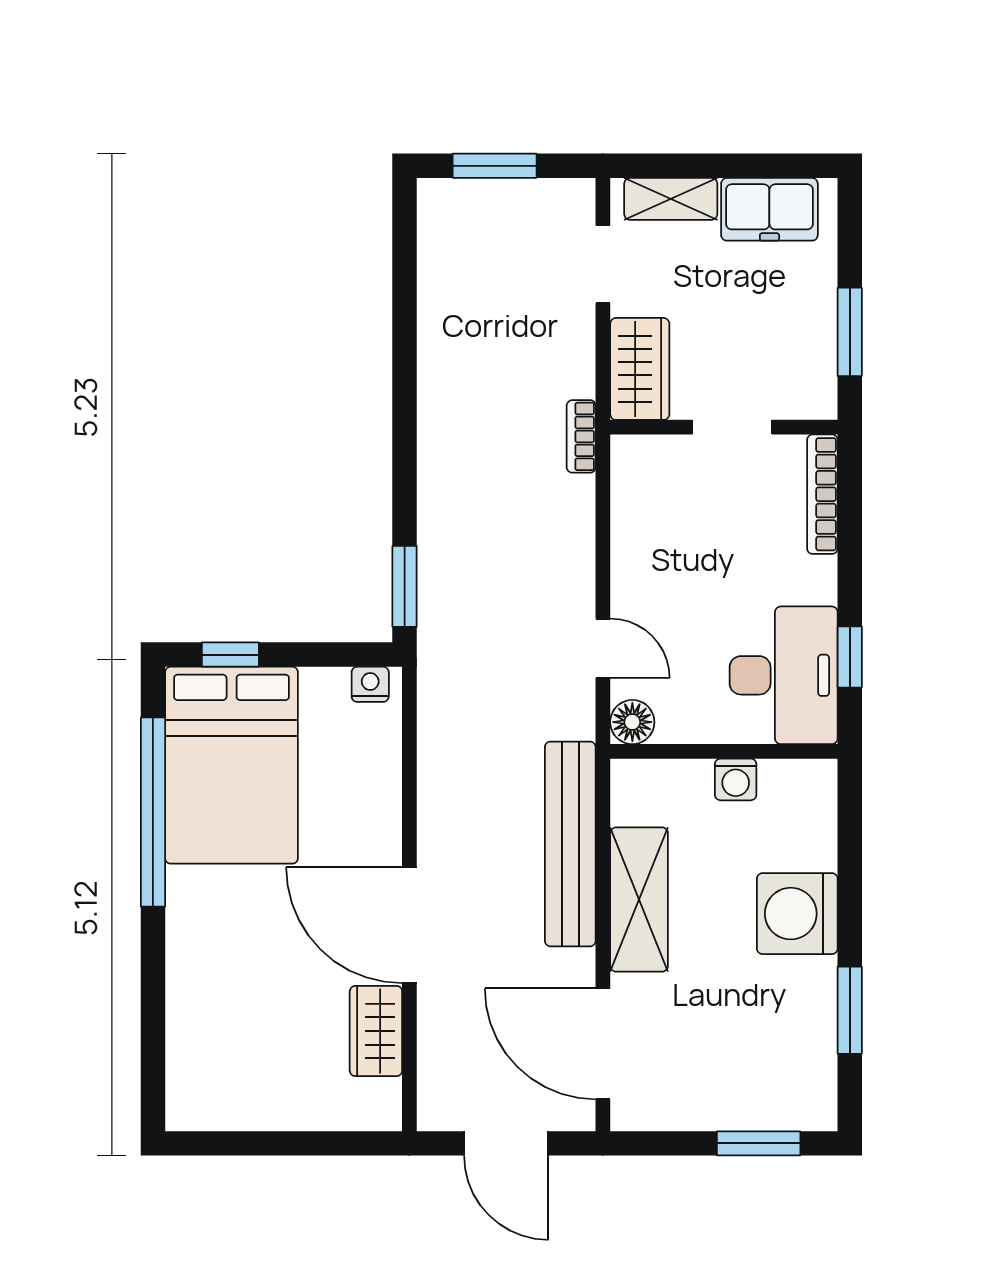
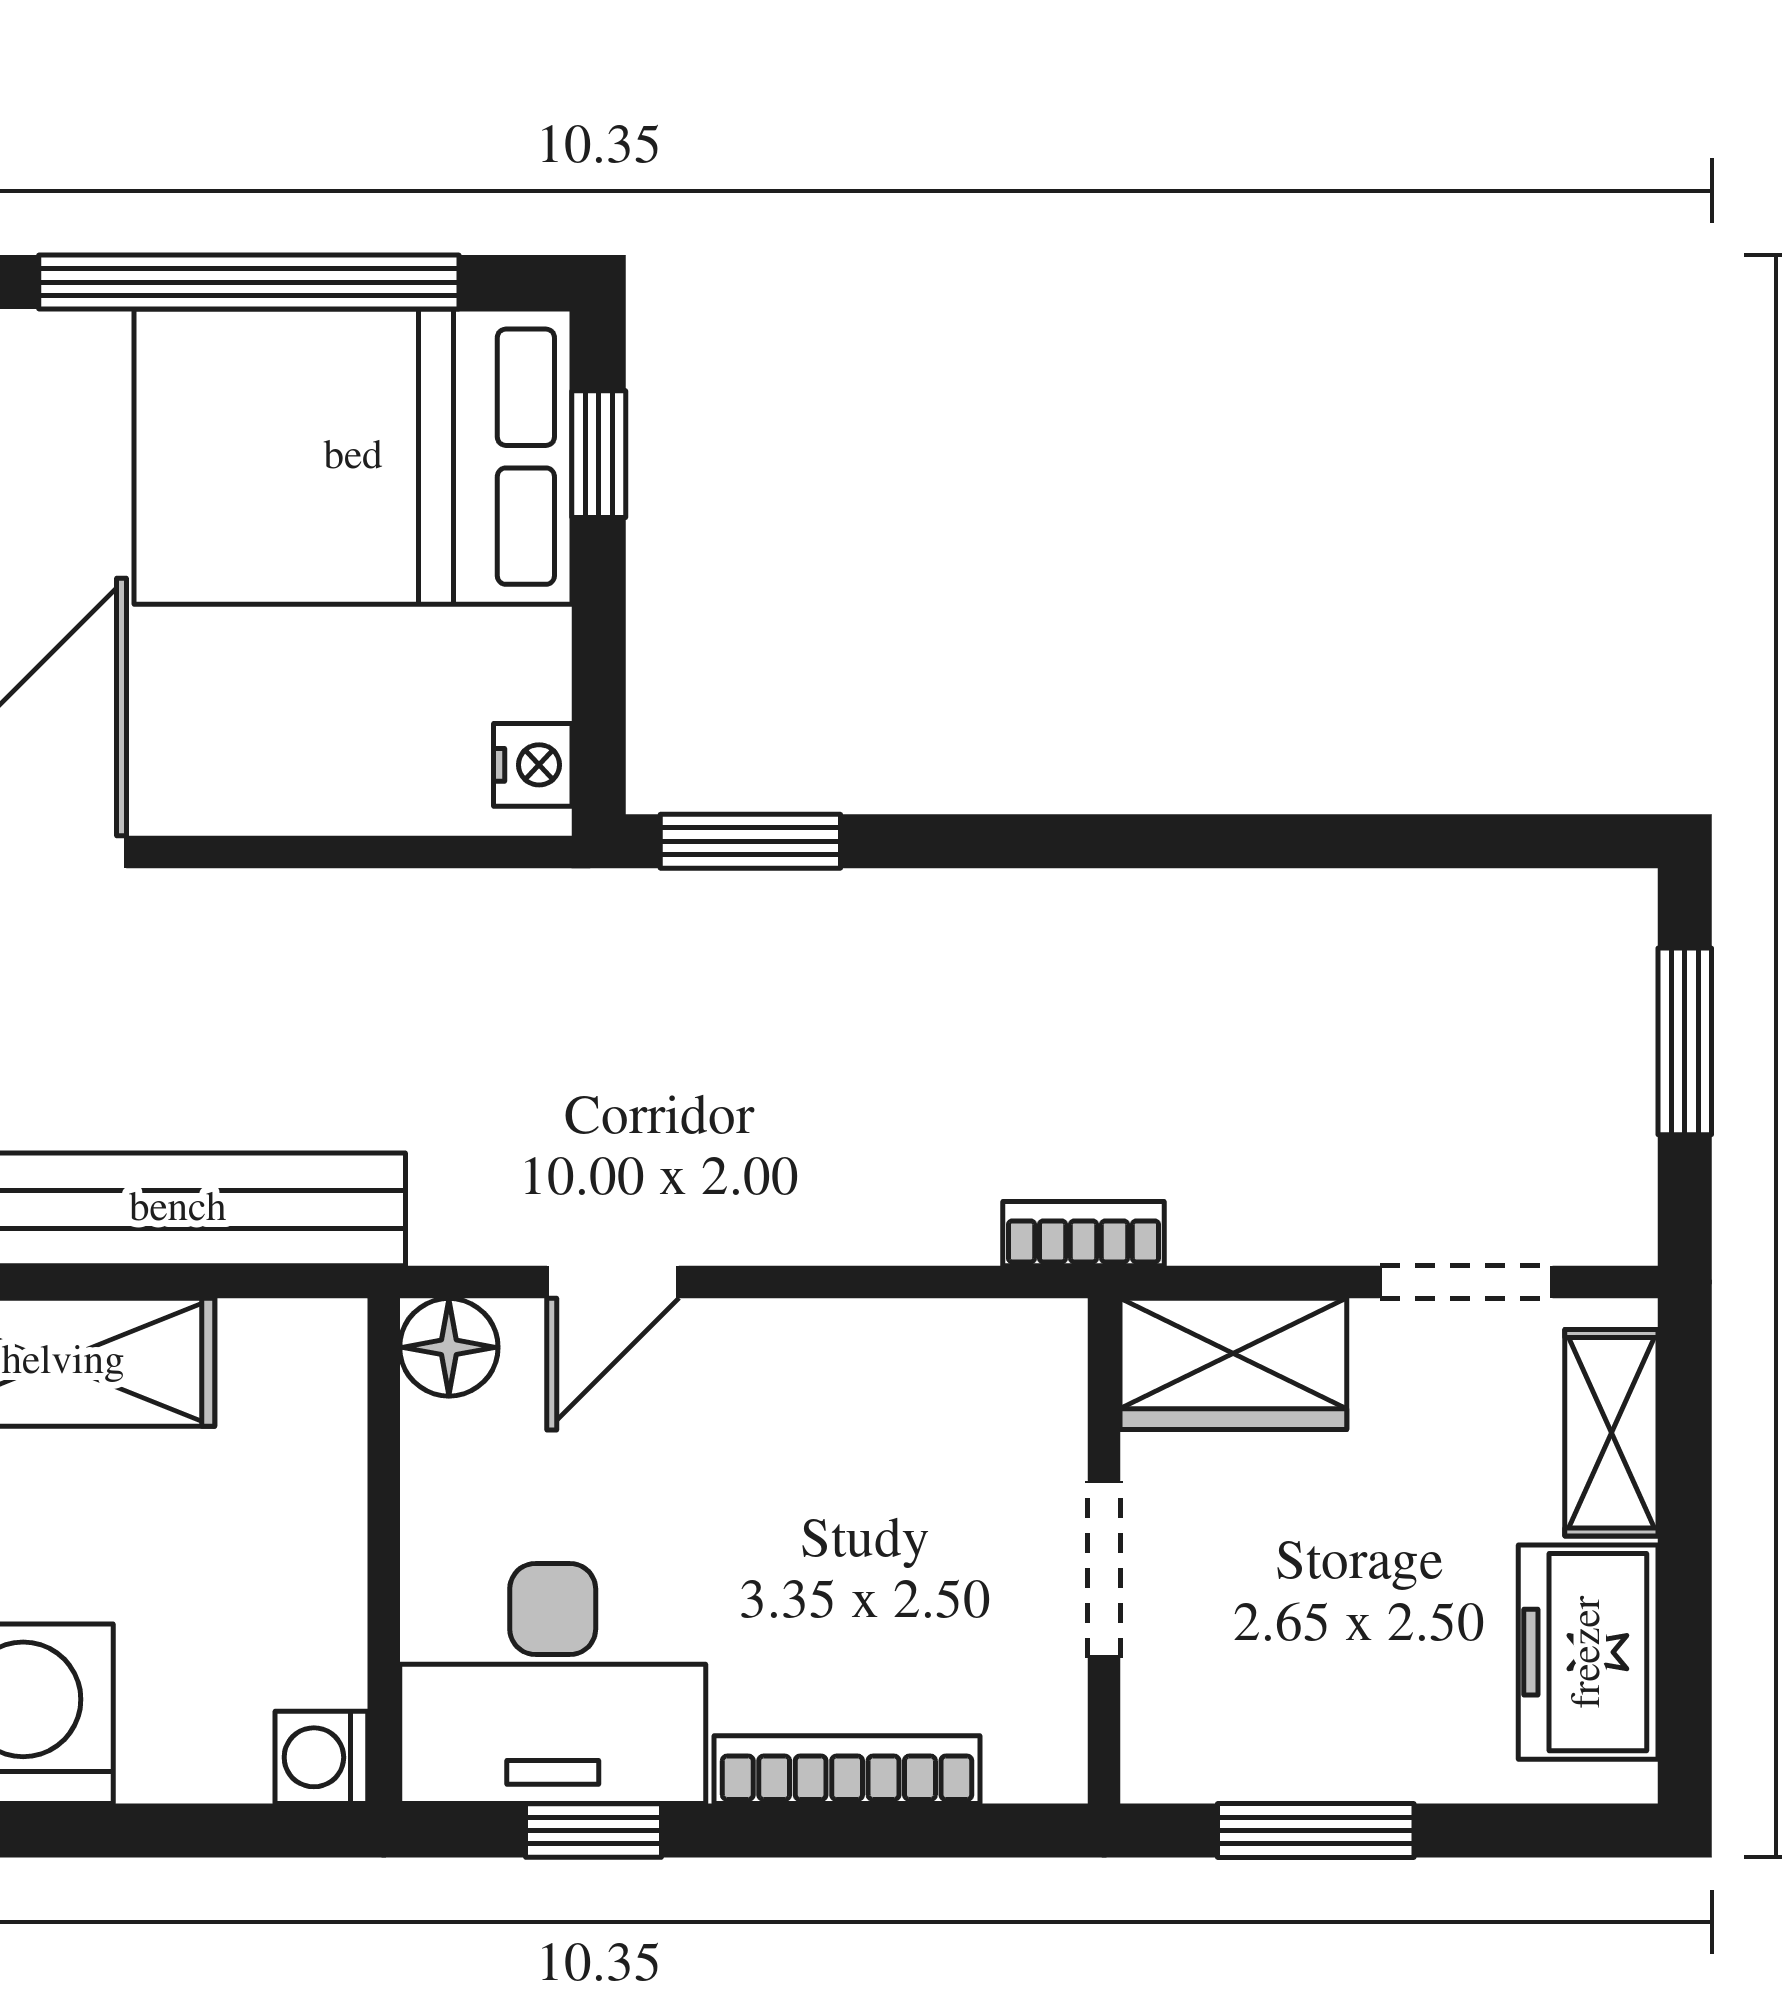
bookcase: (822, 494) -> (847, 1770), moved
washing machine: (736, 779) -> (321, 1757), moved

